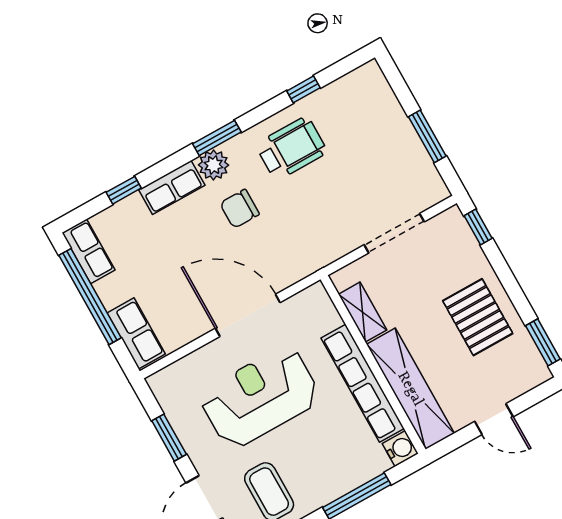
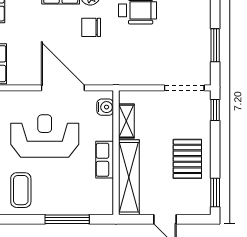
doorway: (394, 233) -> (184, 88), moved
row of seats: (363, 383) -> (105, 160), width x0.50
water cooler: (400, 449) -> (105, 107), moved

